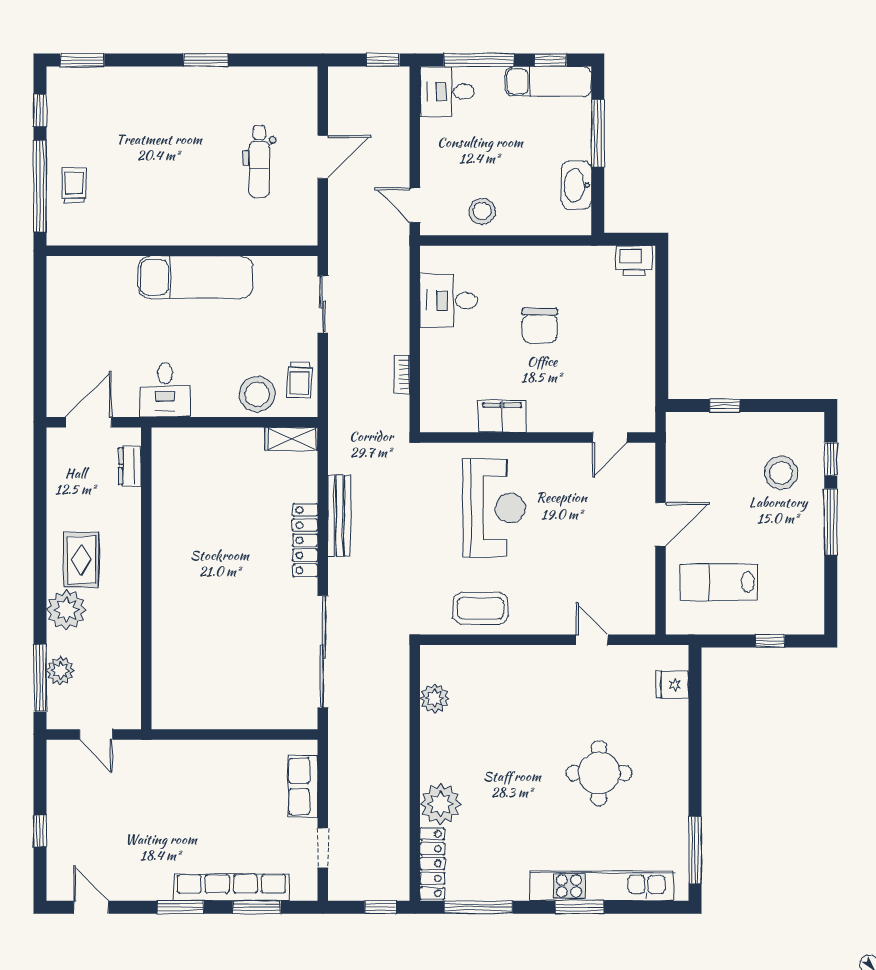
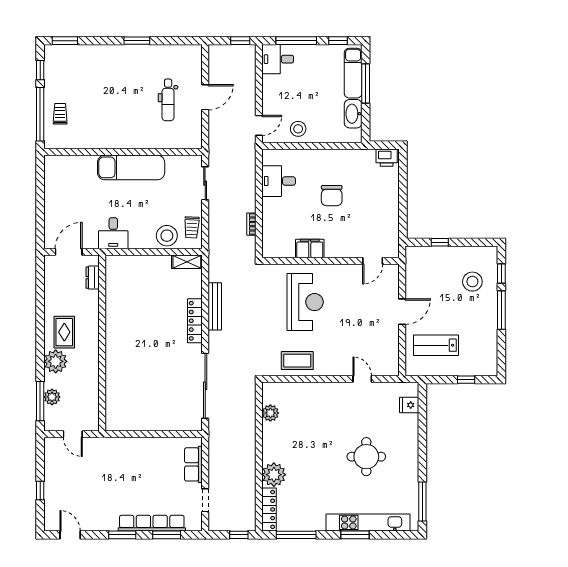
exam couch: (548, 82) -> (353, 73), moved, turned 90
door: (415, 205) -> (259, 125), swing flipped

